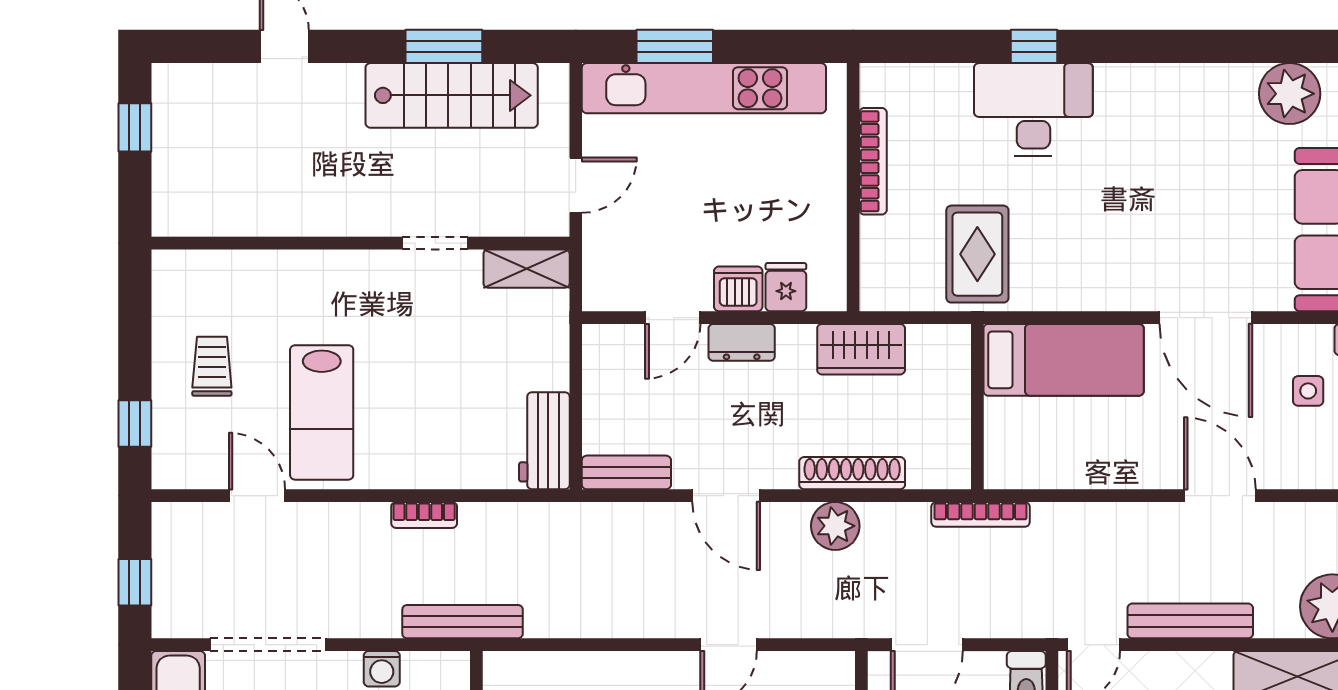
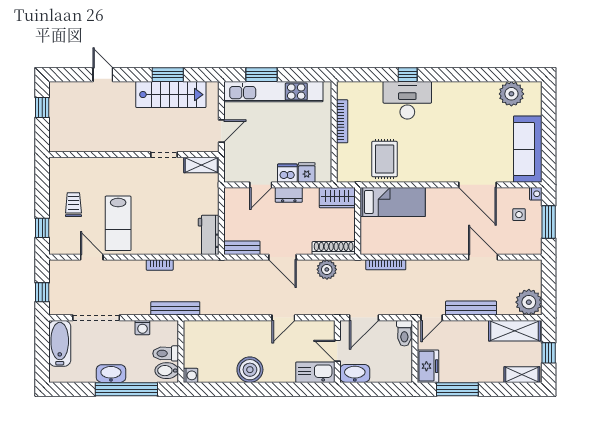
bed: (1064, 360) -> (393, 202), moved
wall: (977, 407) -> (358, 221), moved

